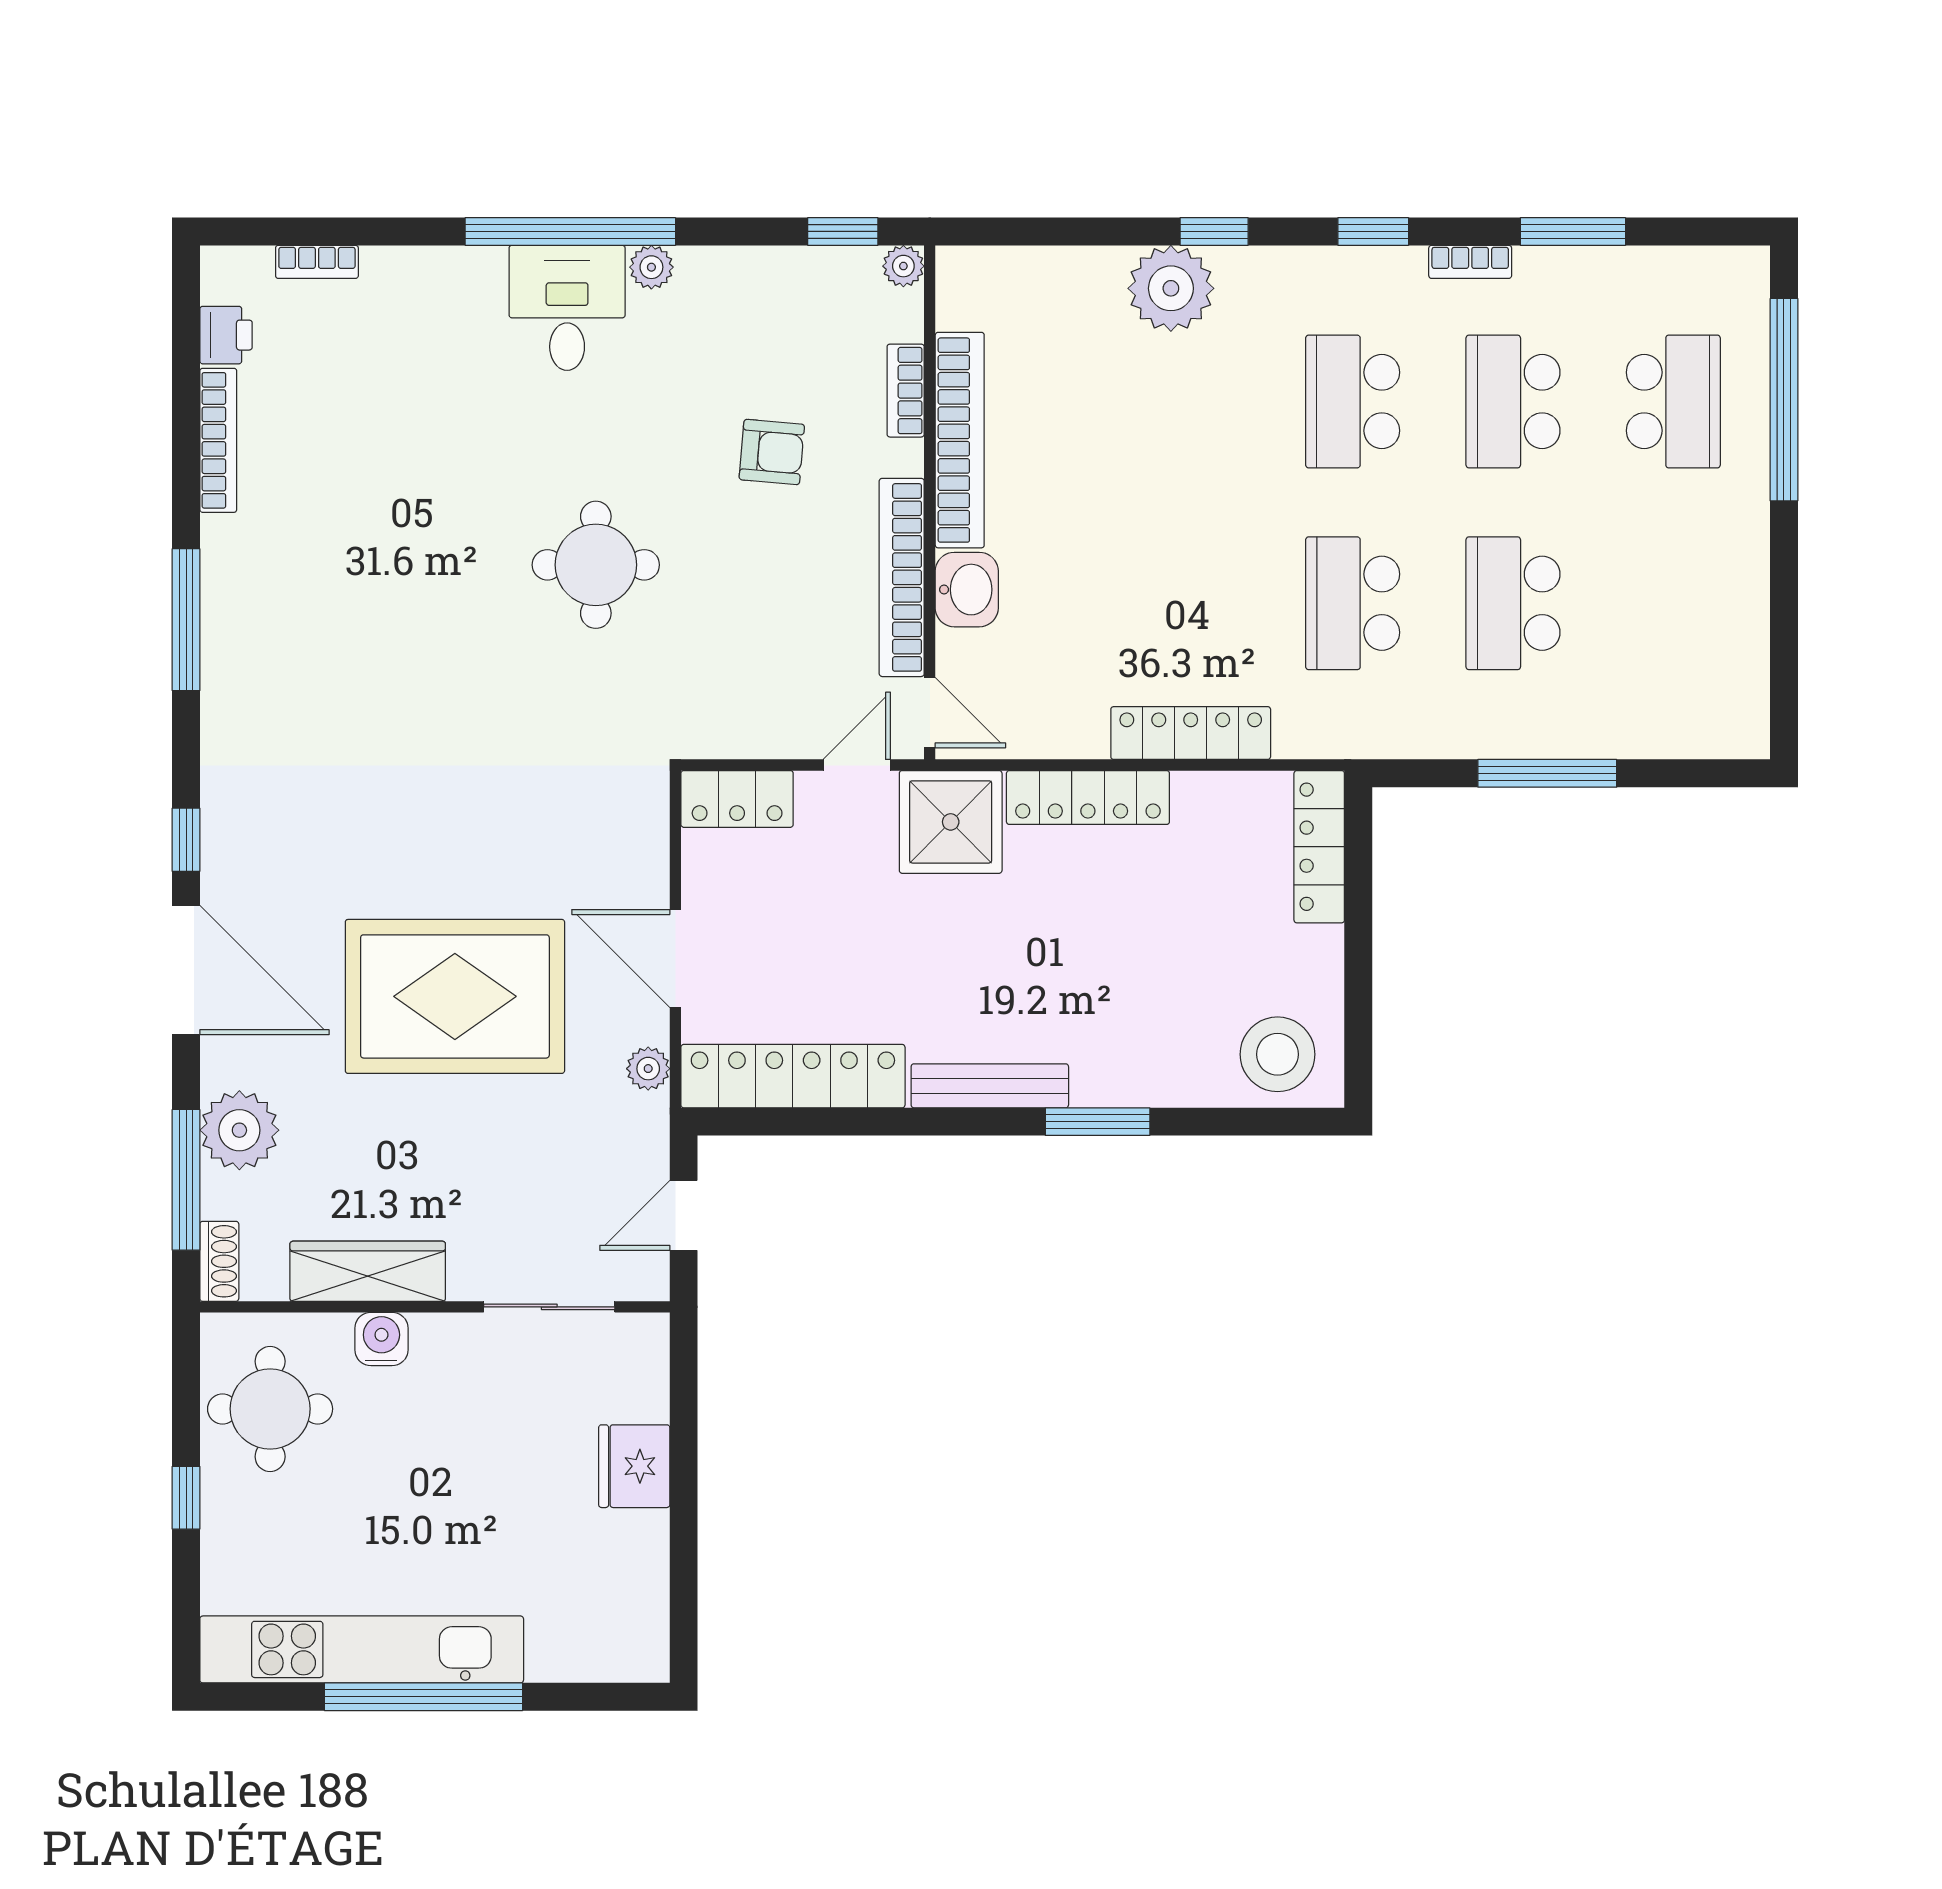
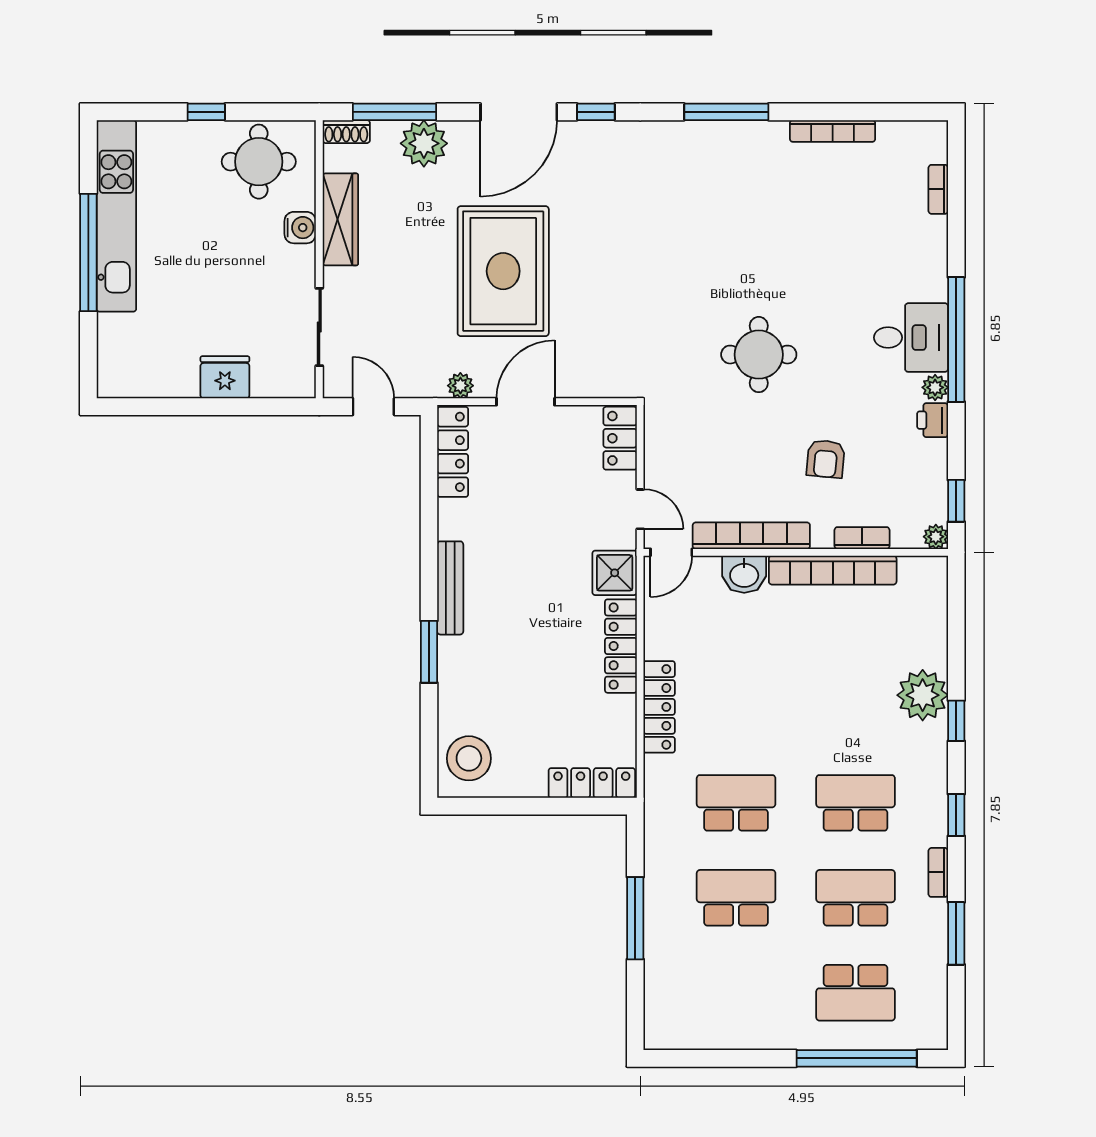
printer: (226, 335) -> (933, 420), moved, turned 90
shower: (951, 822) -> (615, 573), width x0.73, depth x0.73
locker: (793, 1076) -> (453, 452), width x0.71, depth x0.83

